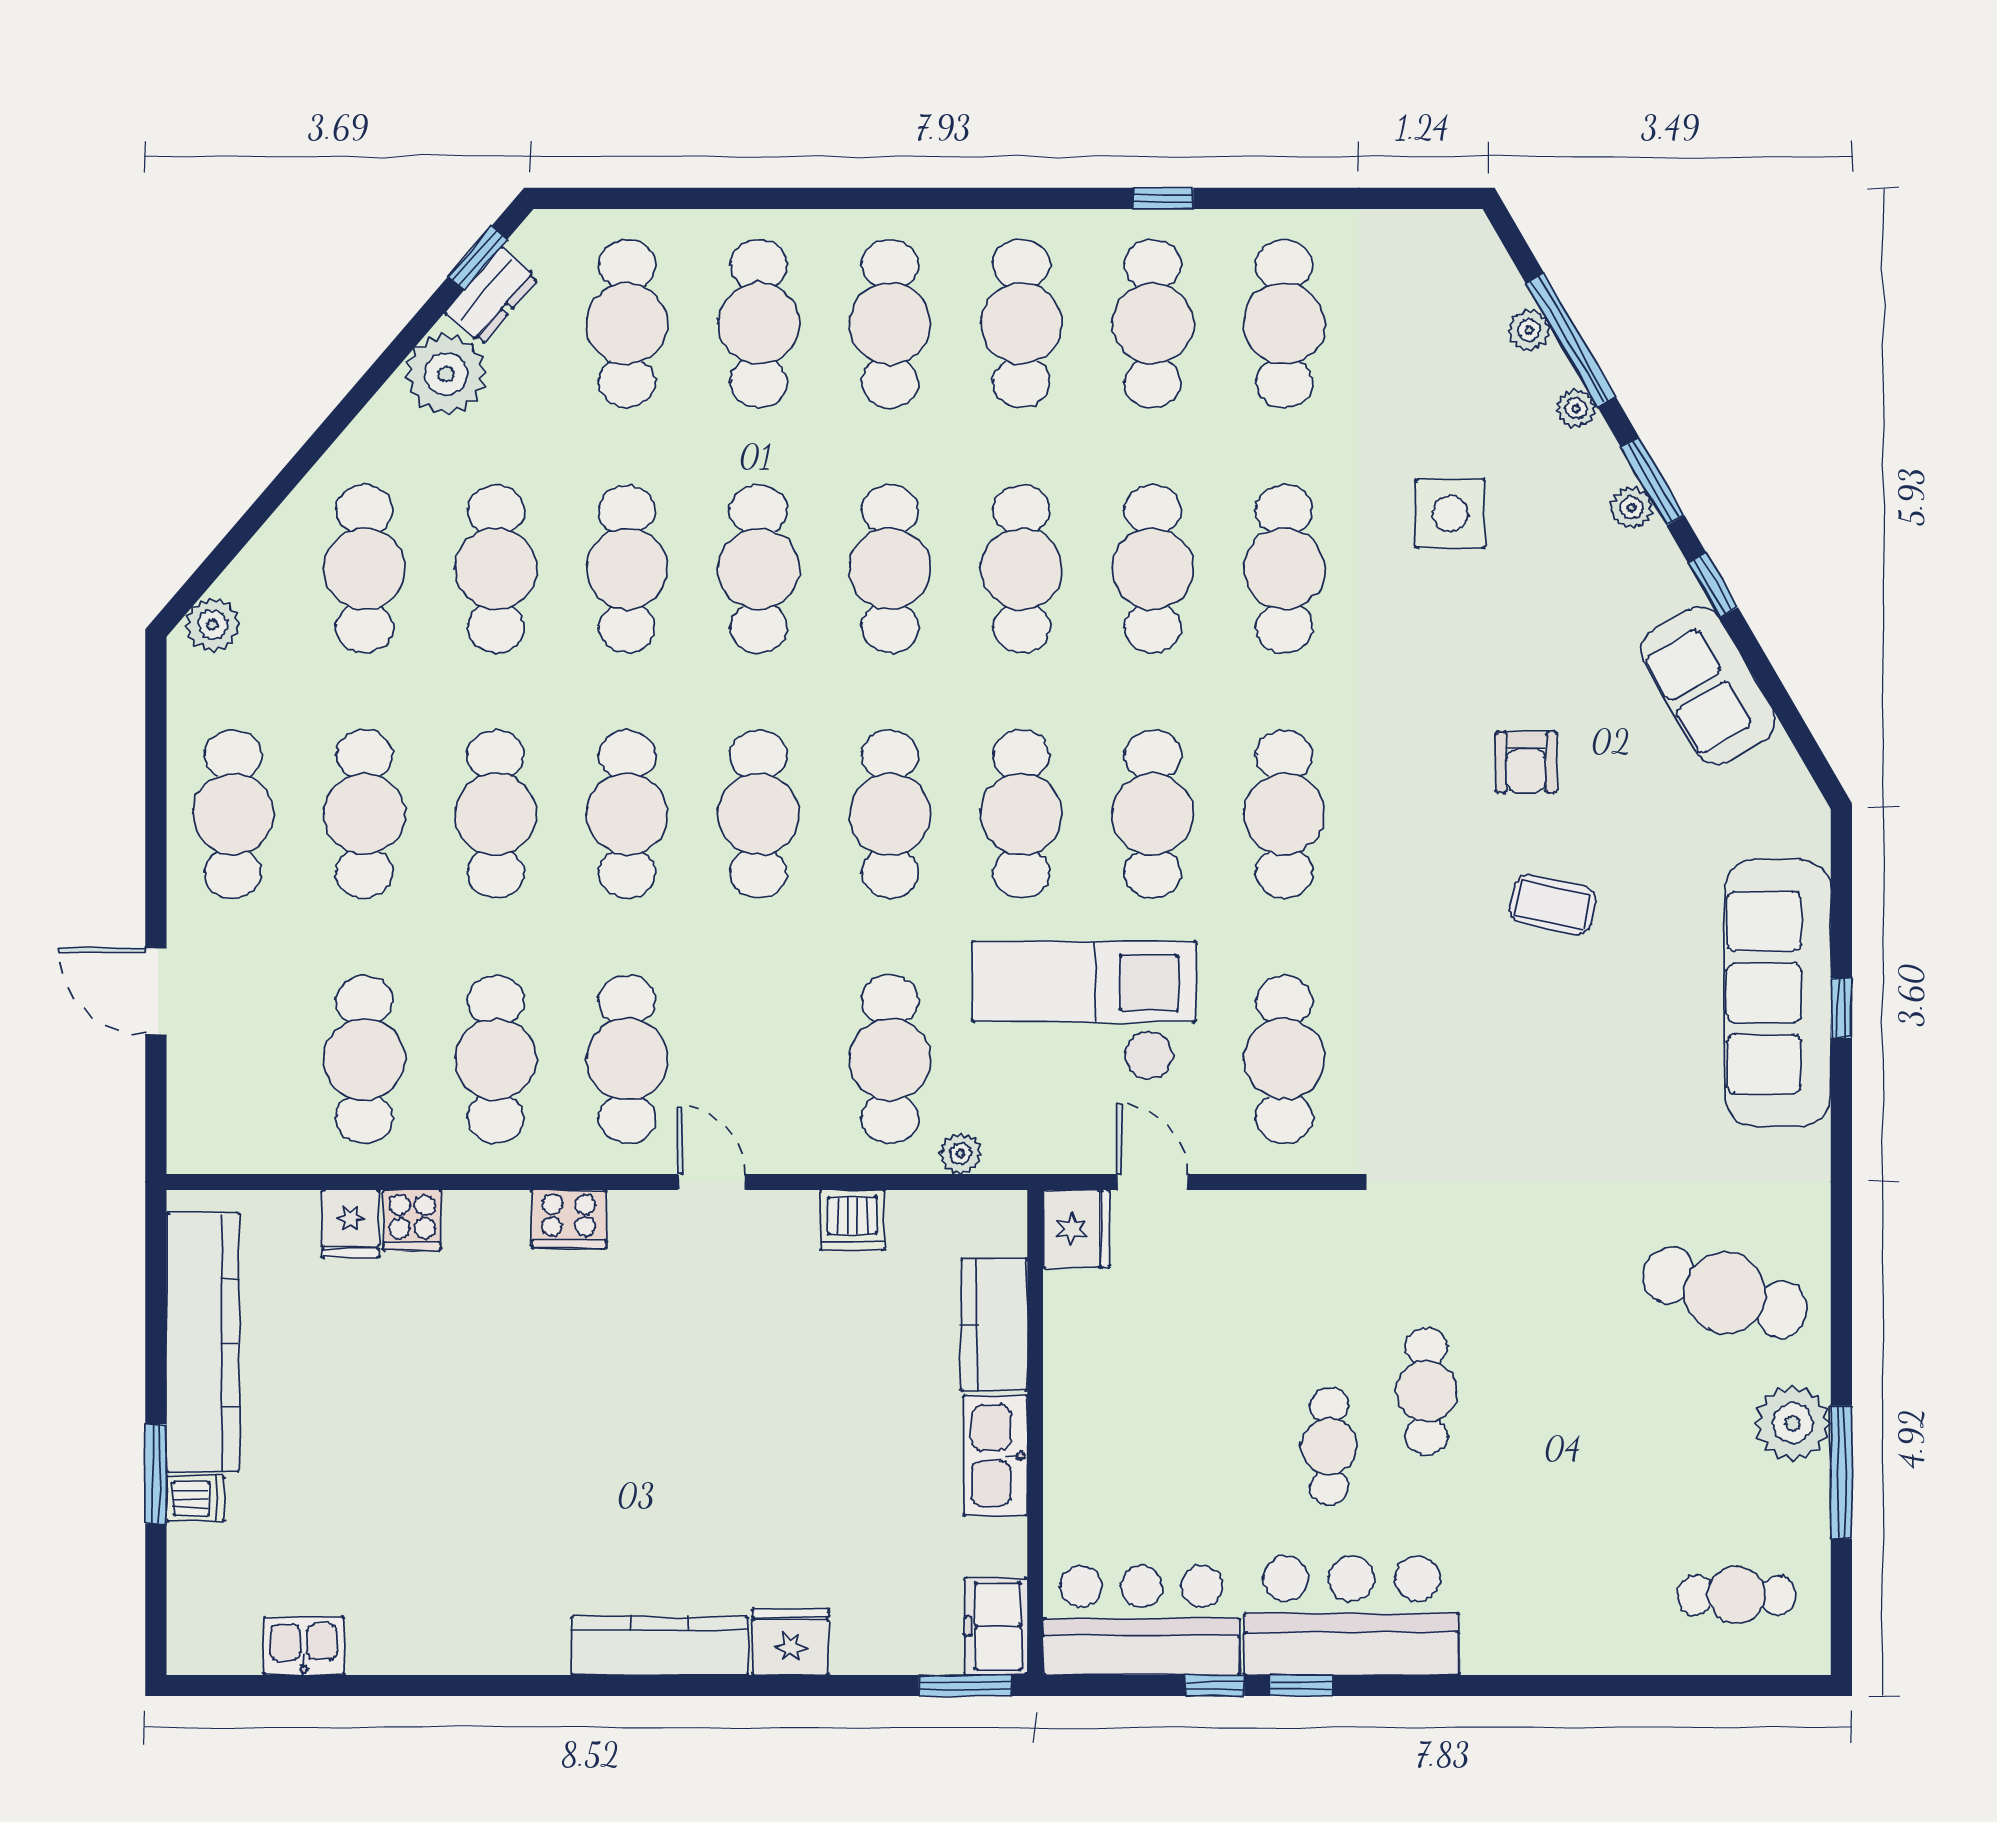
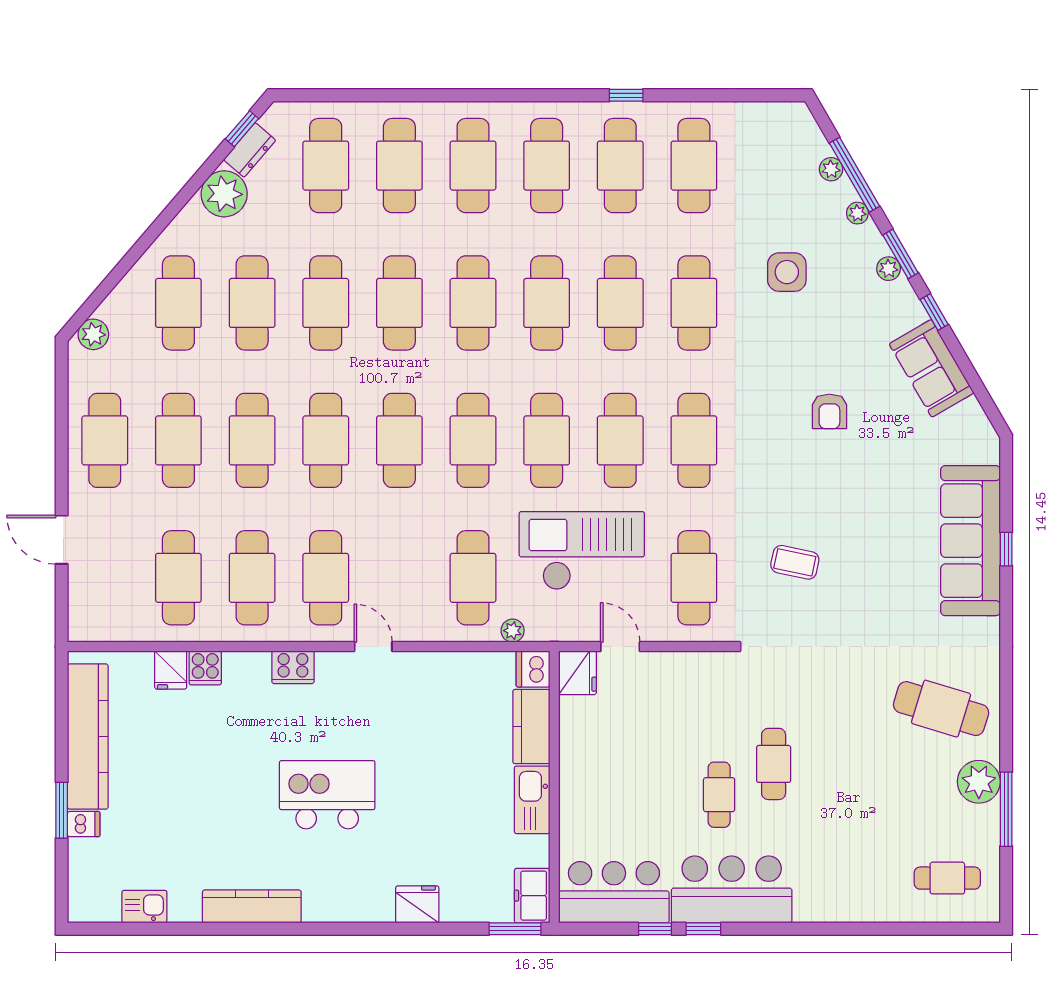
coffee table: (1553, 905) -> (795, 562), moved
dishwasher: (852, 1220) -> (533, 669), moved, turned 90
kitchen island: (630, 1446) -> (327, 795), added
kitchen counter: (660, 1646) -> (252, 906), moved

